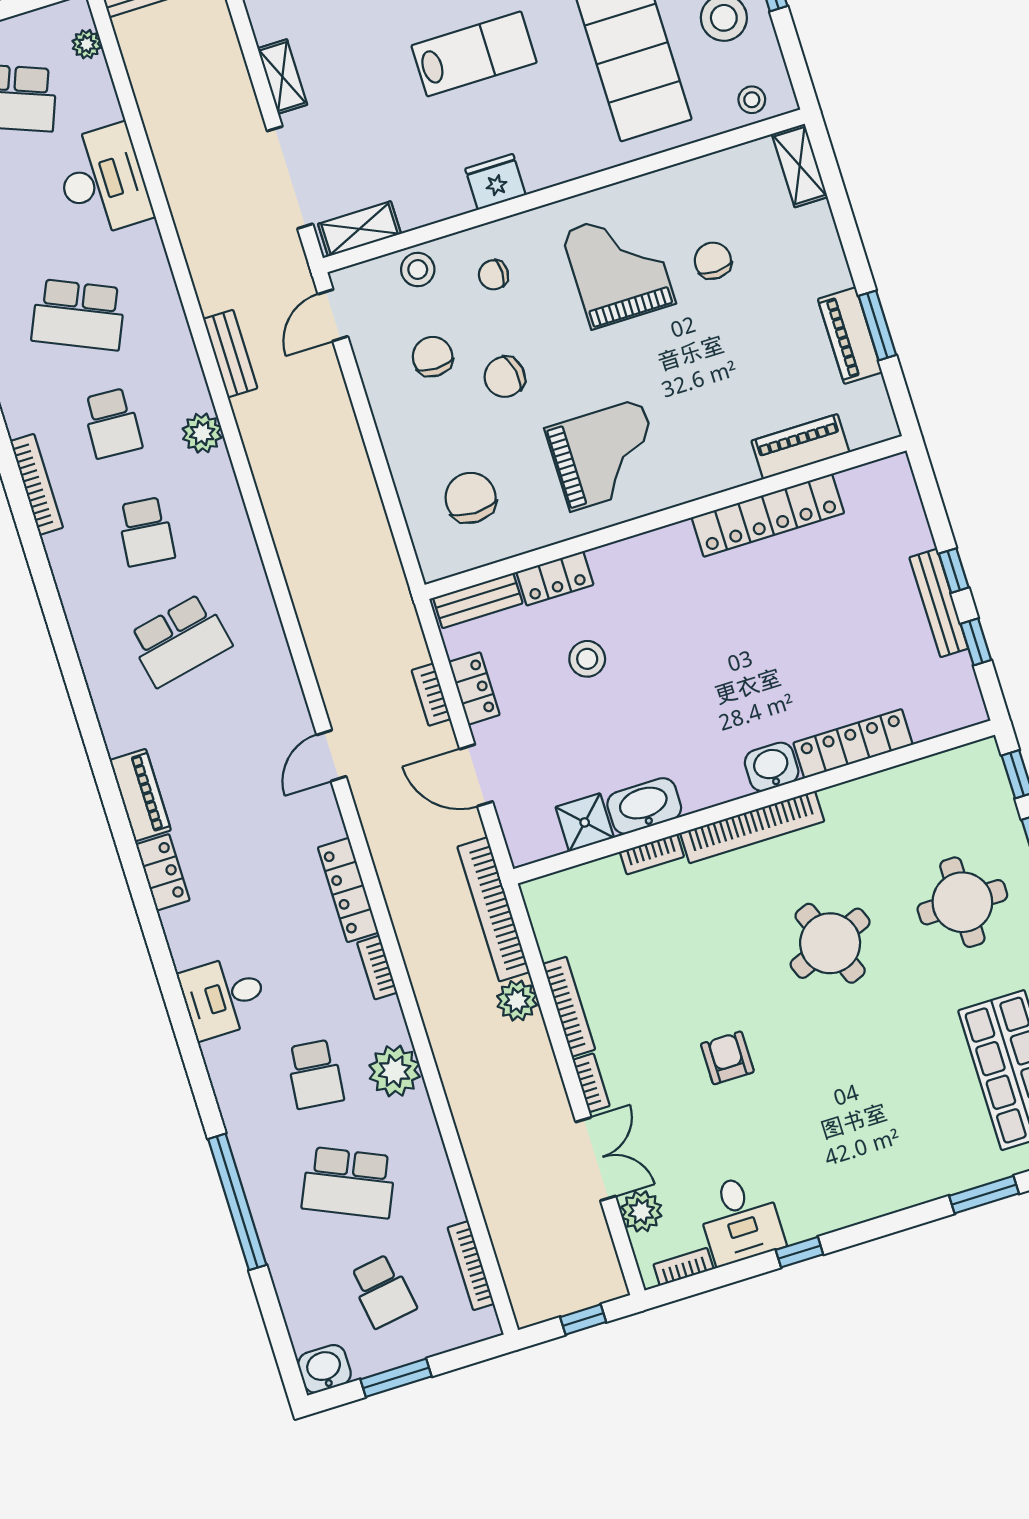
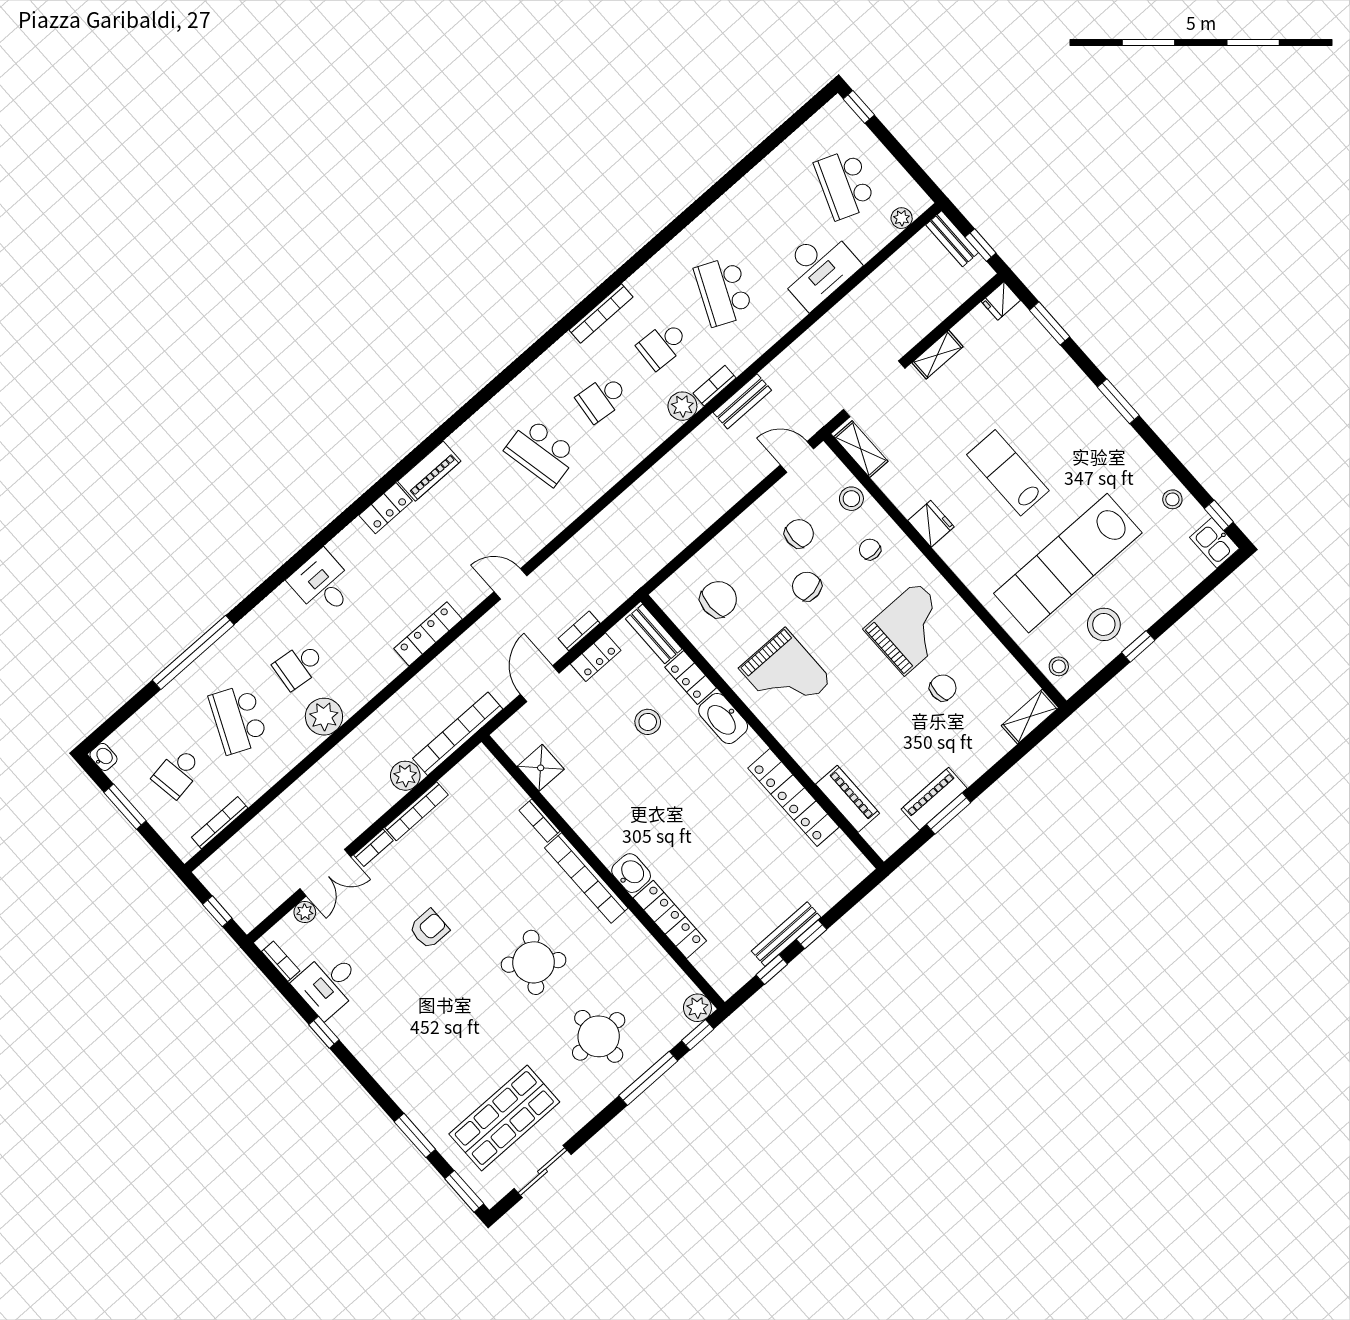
lab bench: (474, 54) -> (1008, 473), turned 180
plant: (982, 759) -> (697, 1008), added
washbasin: (644, 806) -> (723, 718), moved, turned 180
round table: (830, 943) -> (534, 962), turned -32
bookcase: (377, 968) -> (715, 386), moved
plant: (641, 1211) -> (305, 912), width x0.73, depth x0.73
washbasin: (324, 1369) -> (103, 757), width x0.72, depth x0.69

